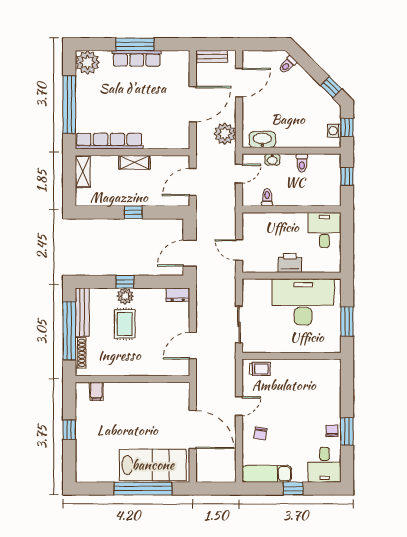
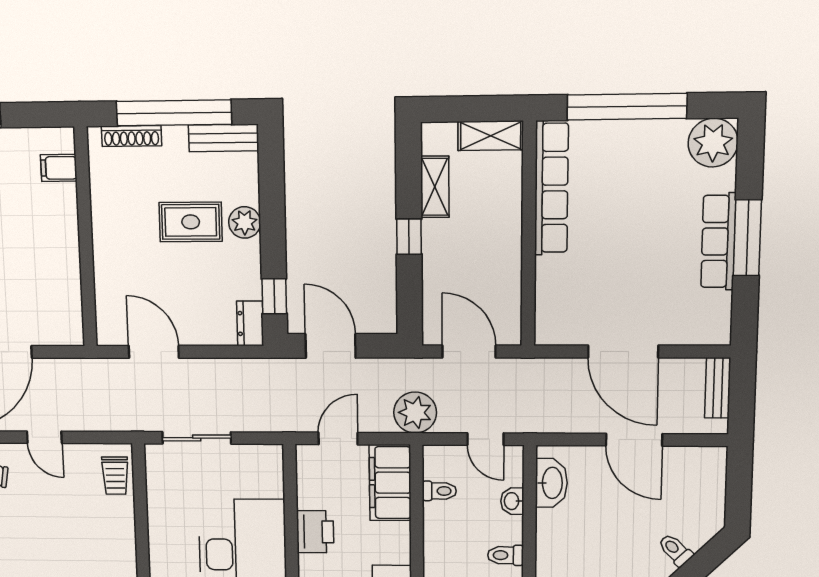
toilet: (287, 65) -> (675, 550), moved
door: (239, 83) -> (634, 440), moved
plant: (225, 134) -> (415, 413), moved
shelving: (134, 162) -> (435, 187), moved
filing cabinet: (263, 223) -> (390, 483), added
window: (125, 282) -> (274, 296), moved
bench: (82, 312) -> (224, 138), width x0.73

